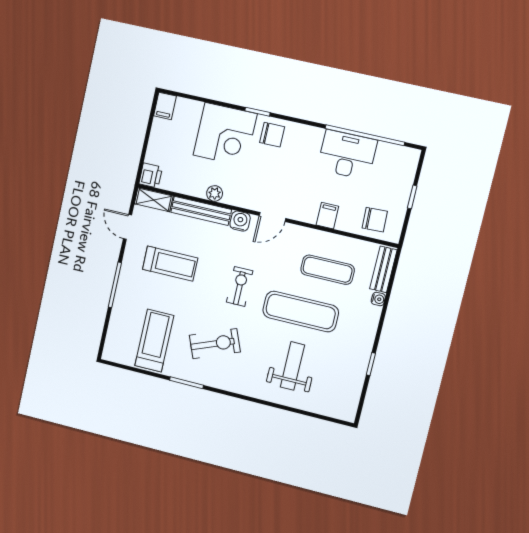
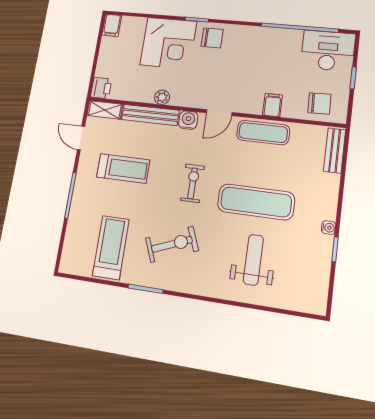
desk: (347, 155) -> (328, 51), moved
exercise mat: (328, 270) -> (263, 132), moved
water cooler: (378, 299) -> (328, 228), moved

